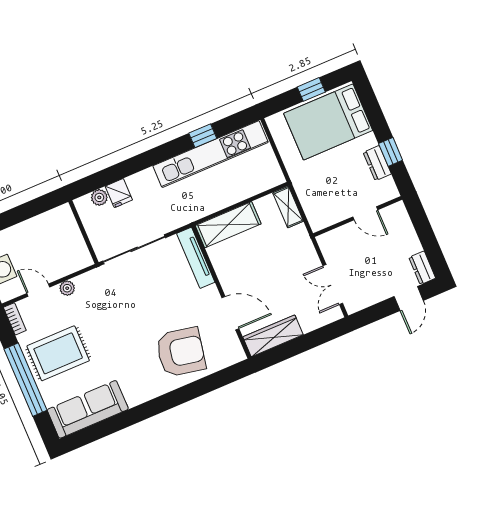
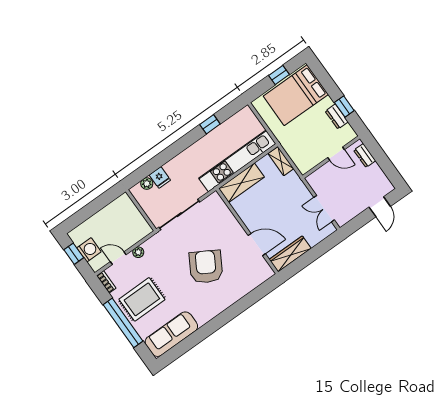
kitchen unit: (211, 154) -> (237, 161), moved, turned 180
tv unit: (196, 258) -> (224, 211), removed
dresser: (422, 268) -> (365, 155), moved
armchair: (181, 352) -> (206, 267), moved, turned -71

